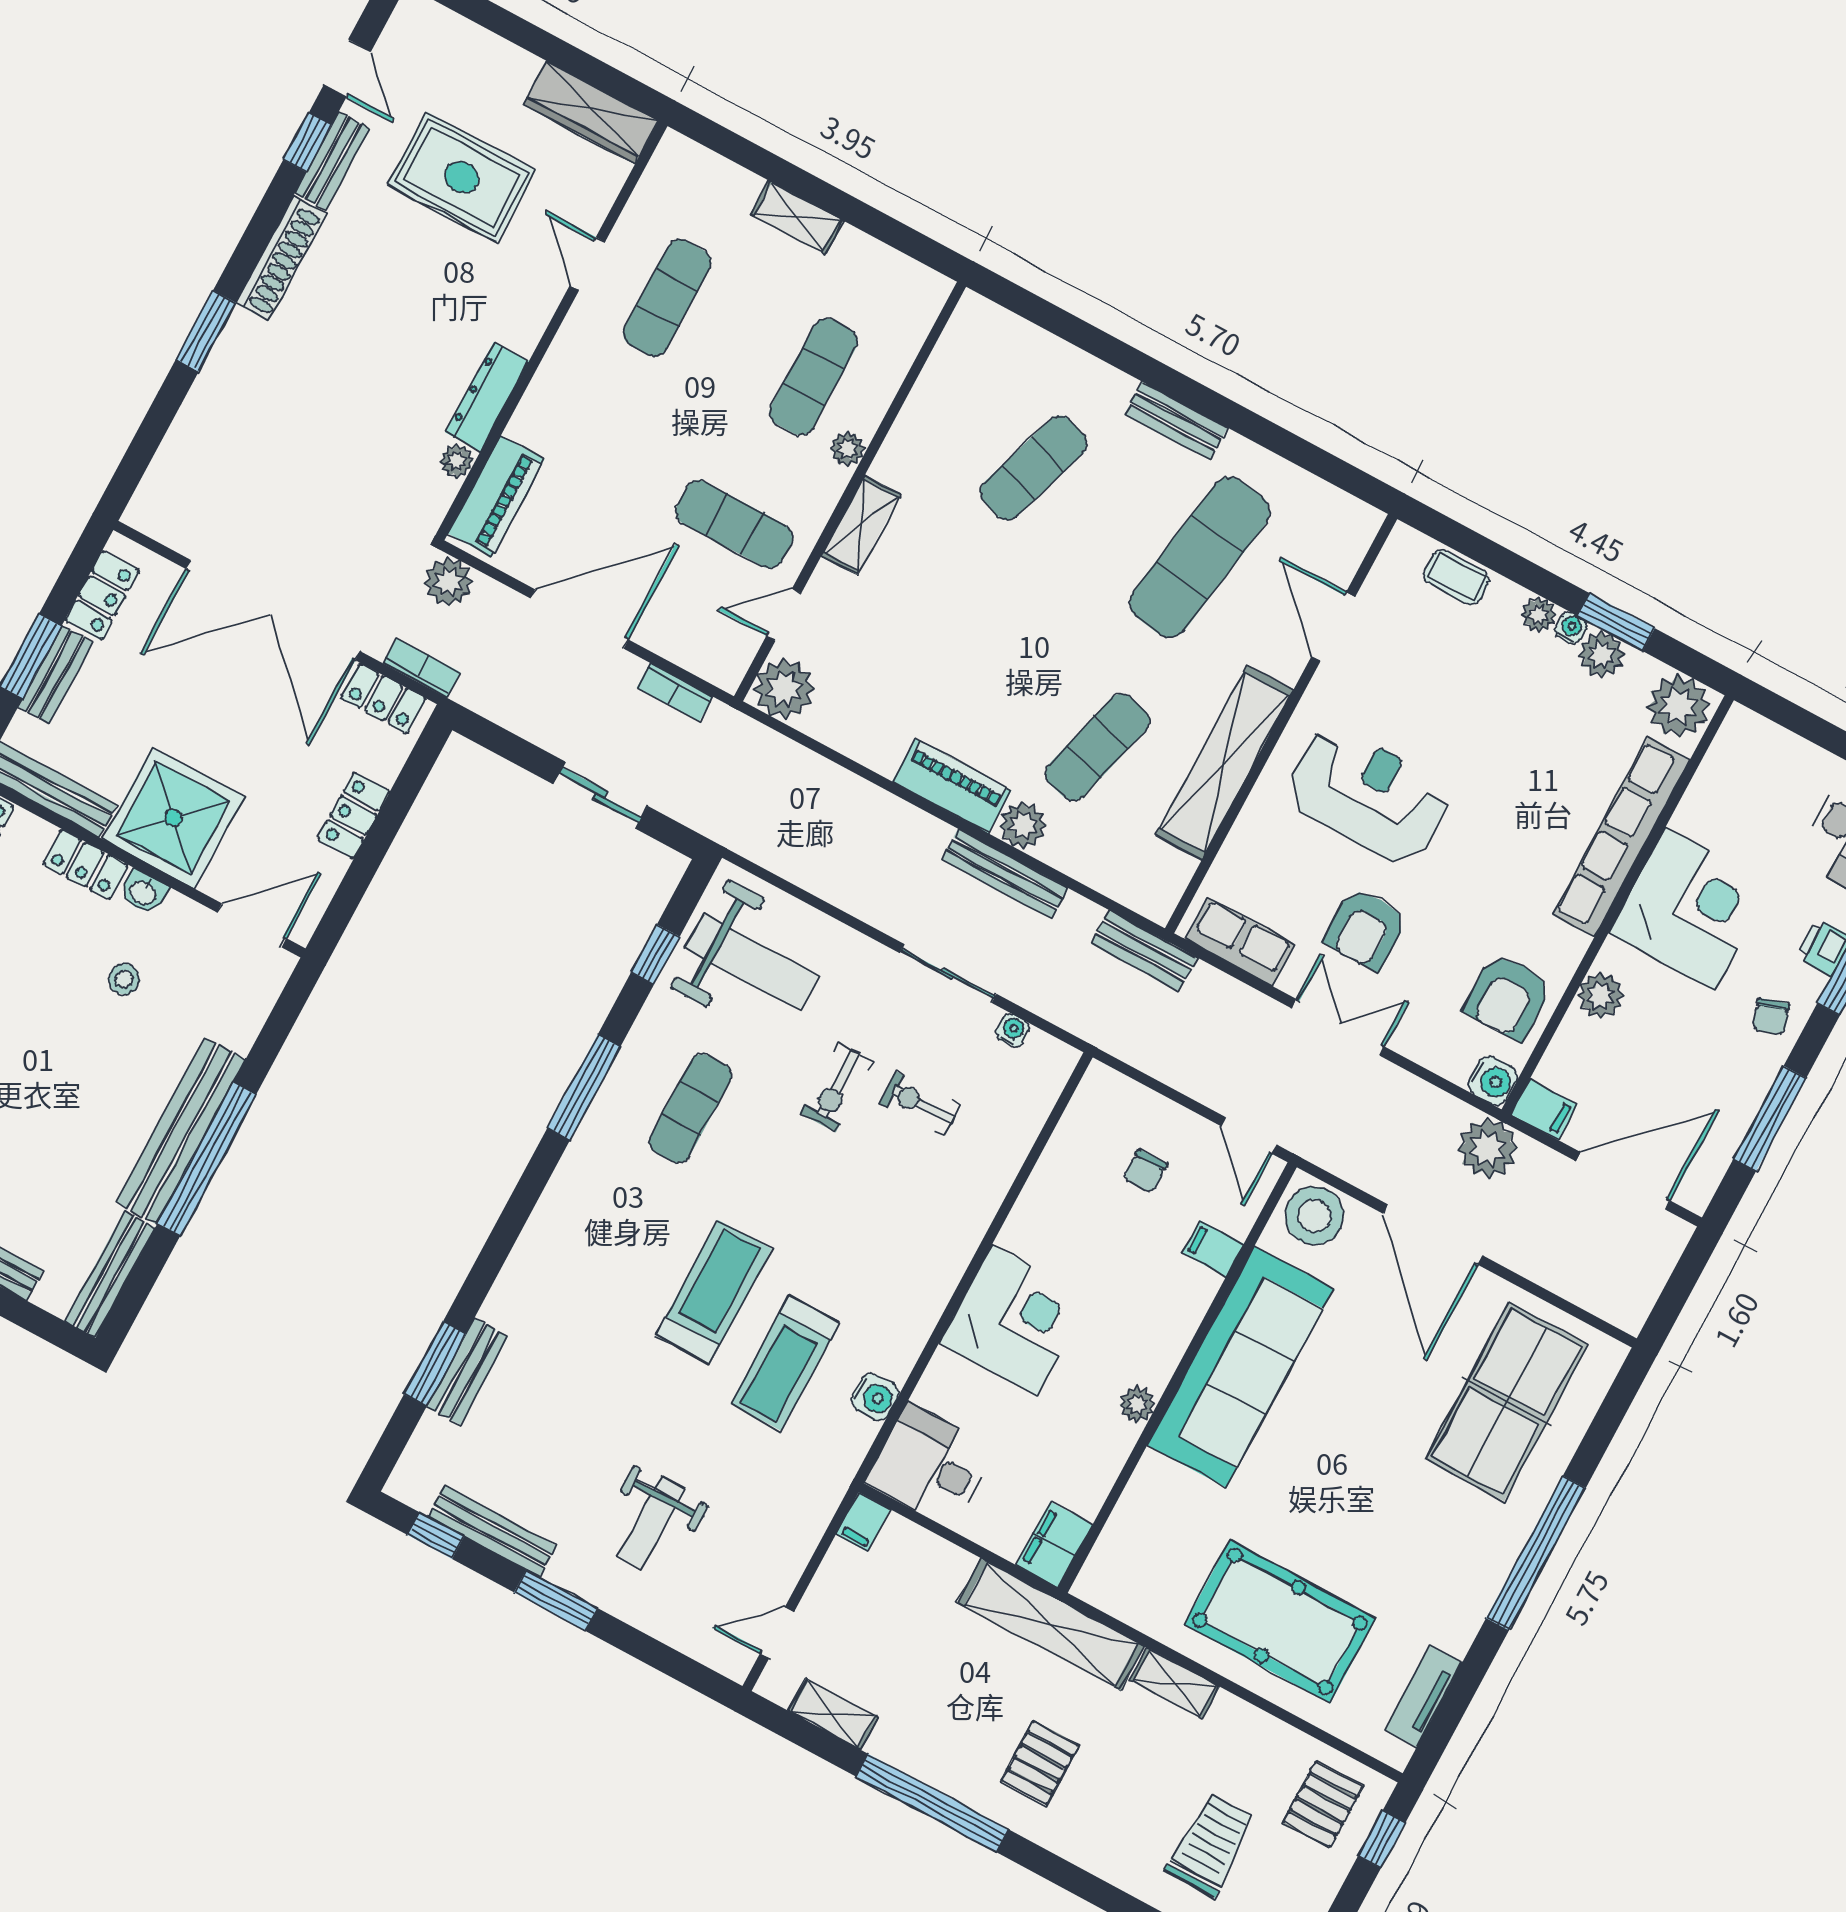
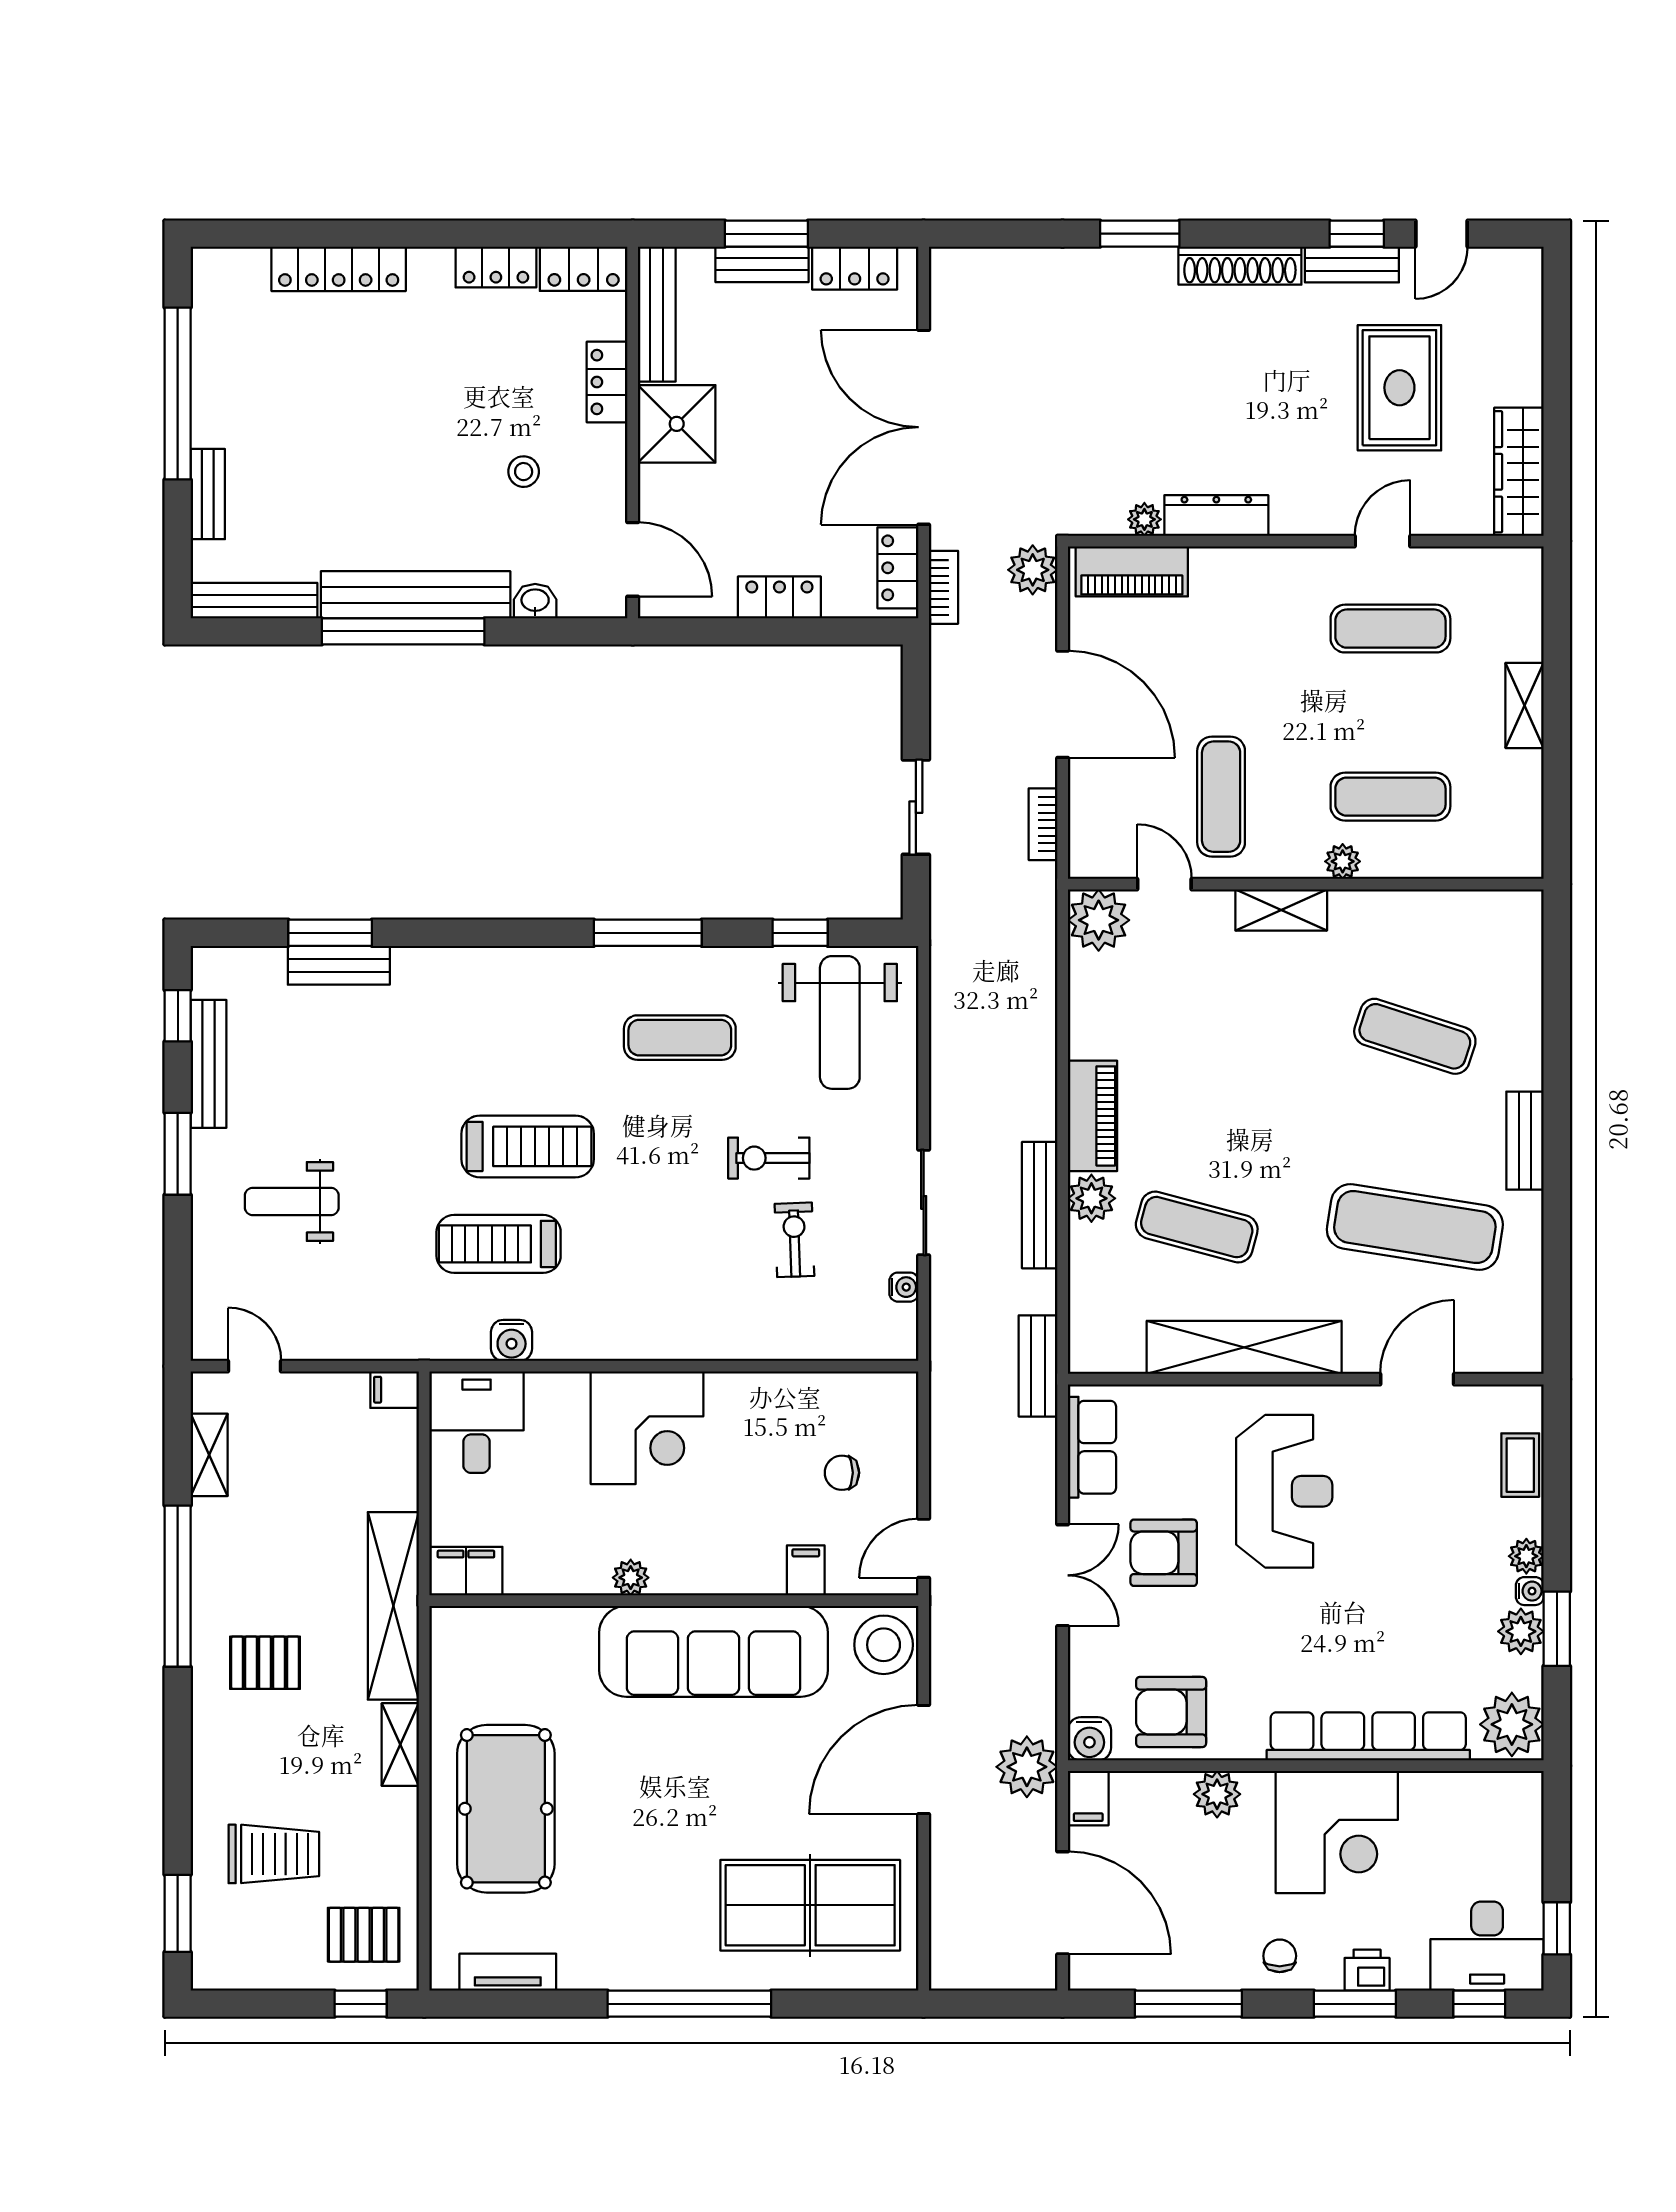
shower: (173, 818) -> (677, 424), width x0.73, depth x0.73
washbasin: (143, 892) -> (535, 601), moved, turned 90
chair: (1771, 1017) -> (1280, 1956), turned 108

